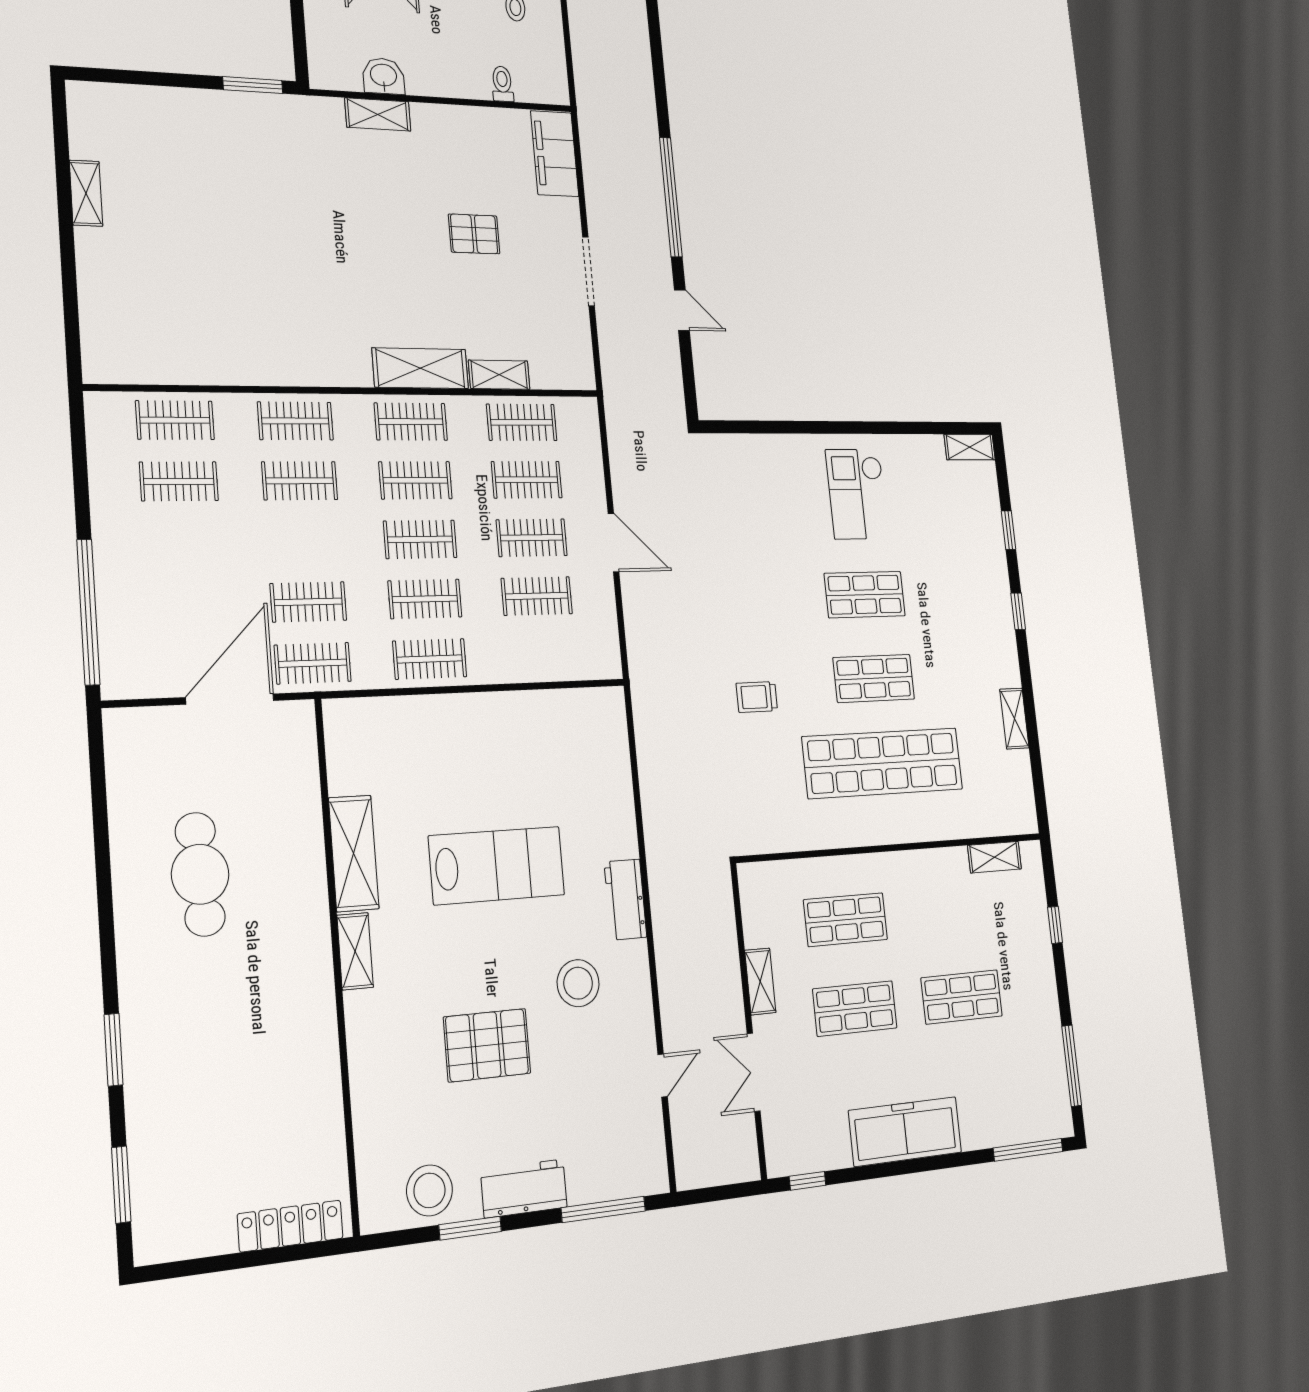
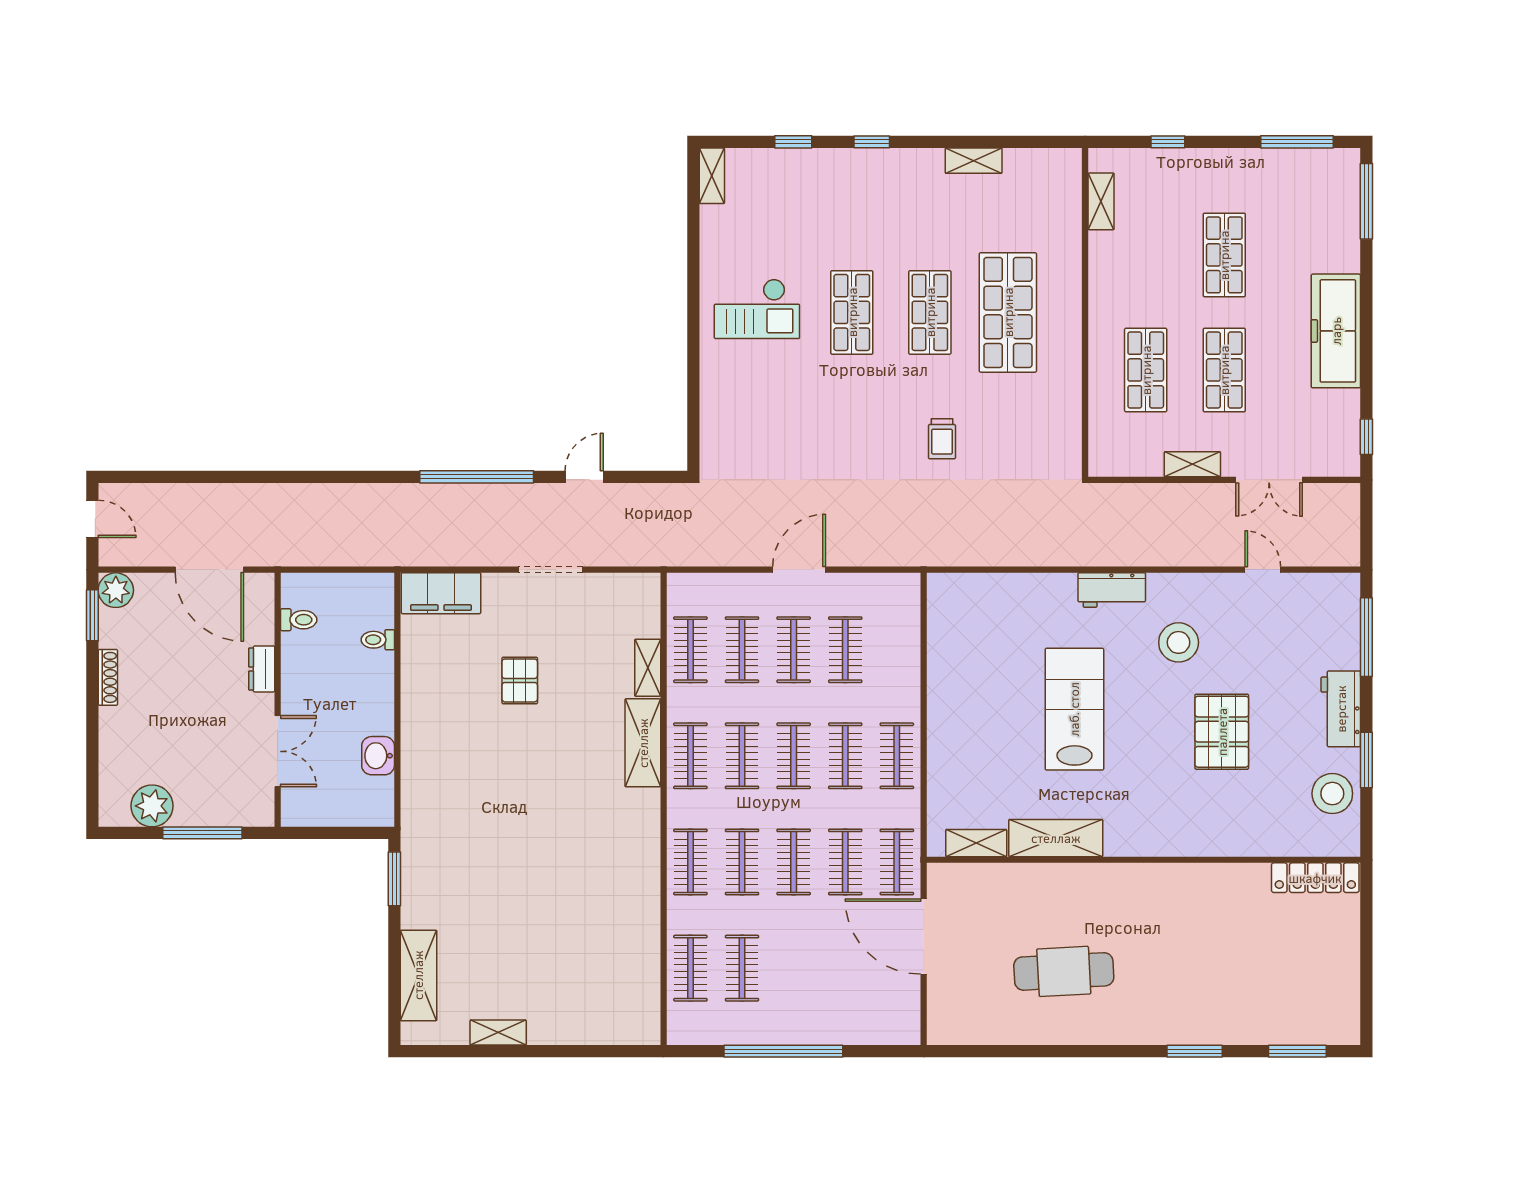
shelving: (378, 114) -> (418, 975), moved, width x1.50, depth x1.33
clothes rail: (304, 541) -> (794, 862), added
window: (88, 612) -> (783, 1051), moved
shop shelf: (883, 763) -> (1008, 312), width x0.71
shelving: (355, 951) -> (976, 843), moved
locker: (290, 1226) -> (1315, 878), moved, turned -90

